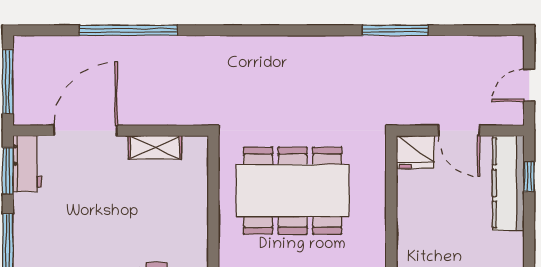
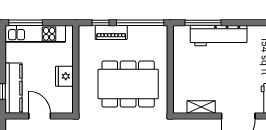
fridge: (415, 152) -> (64, 76), moved, turned -90

